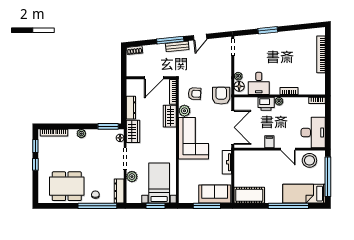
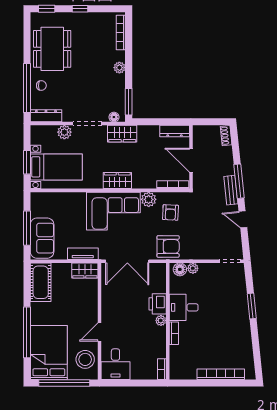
desk: (259, 83) -> (184, 307), moved
dresser: (131, 108) -> (175, 131), moved
wardrobe: (170, 116) -> (117, 181), moved
desk: (313, 132) -> (115, 364), width x0.73
filing cabinet: (269, 142) -> (109, 308), removed
window: (35, 146) -> (47, 9), moved
wardrobe: (240, 161) -> (85, 270), added
bed: (304, 194) -> (49, 352), width x1.50

